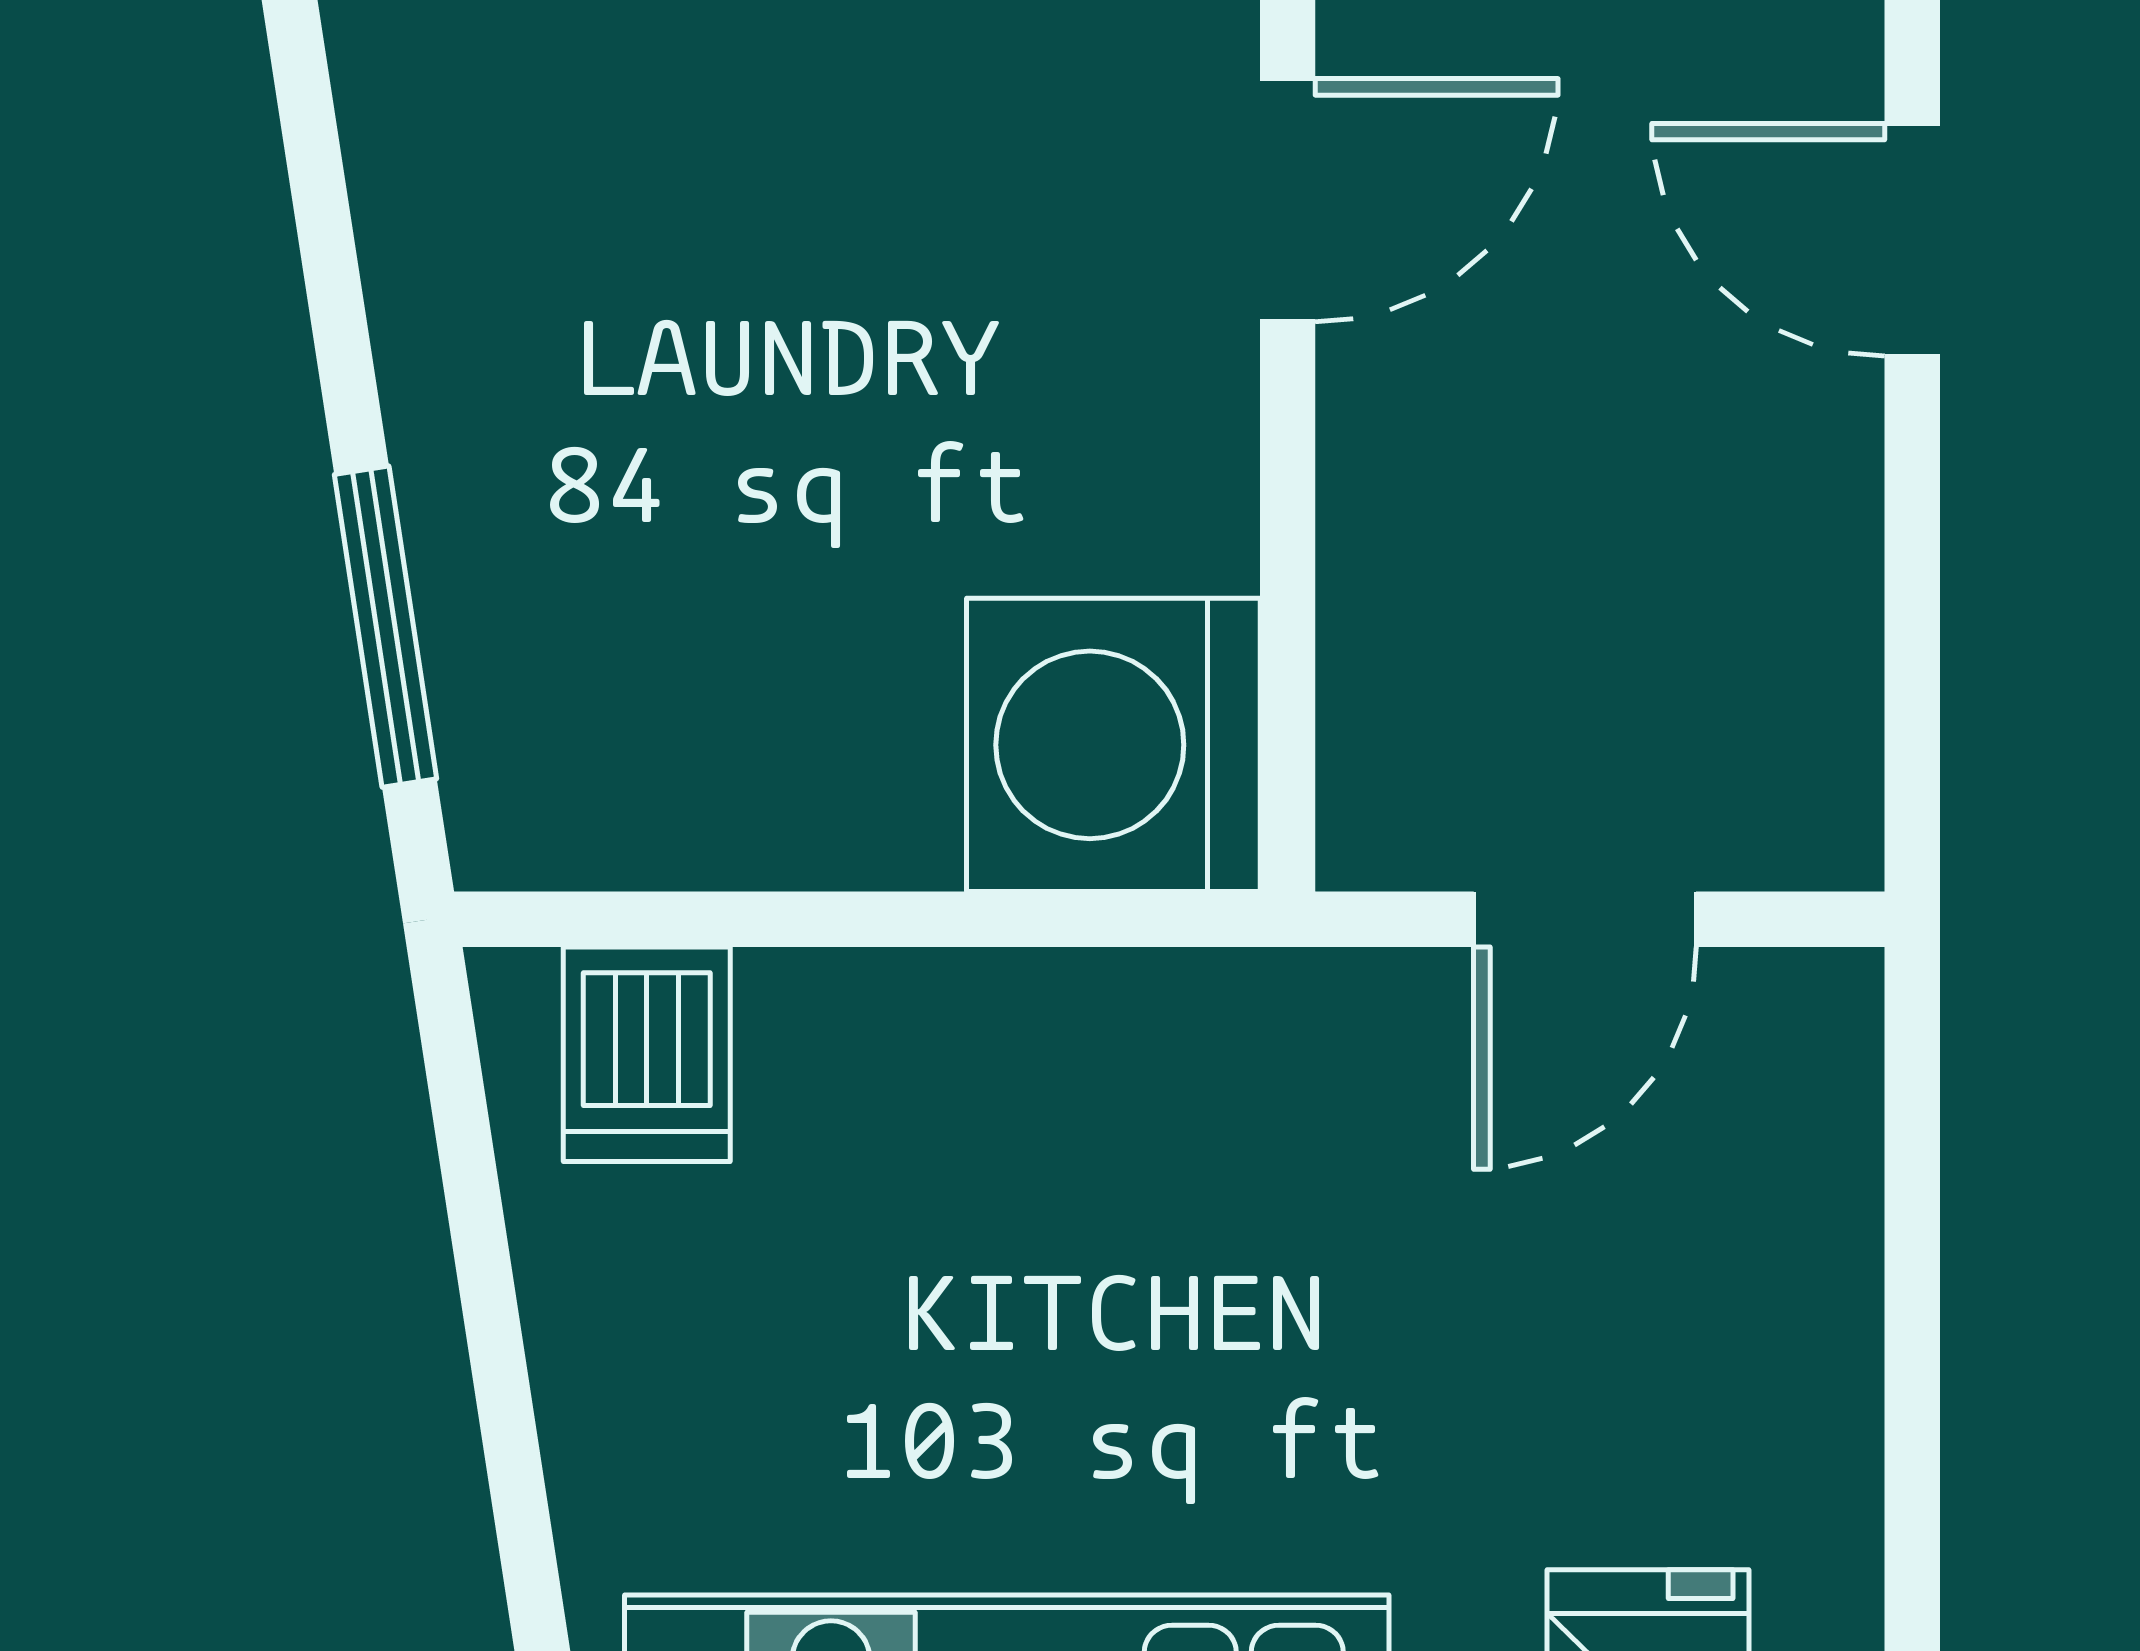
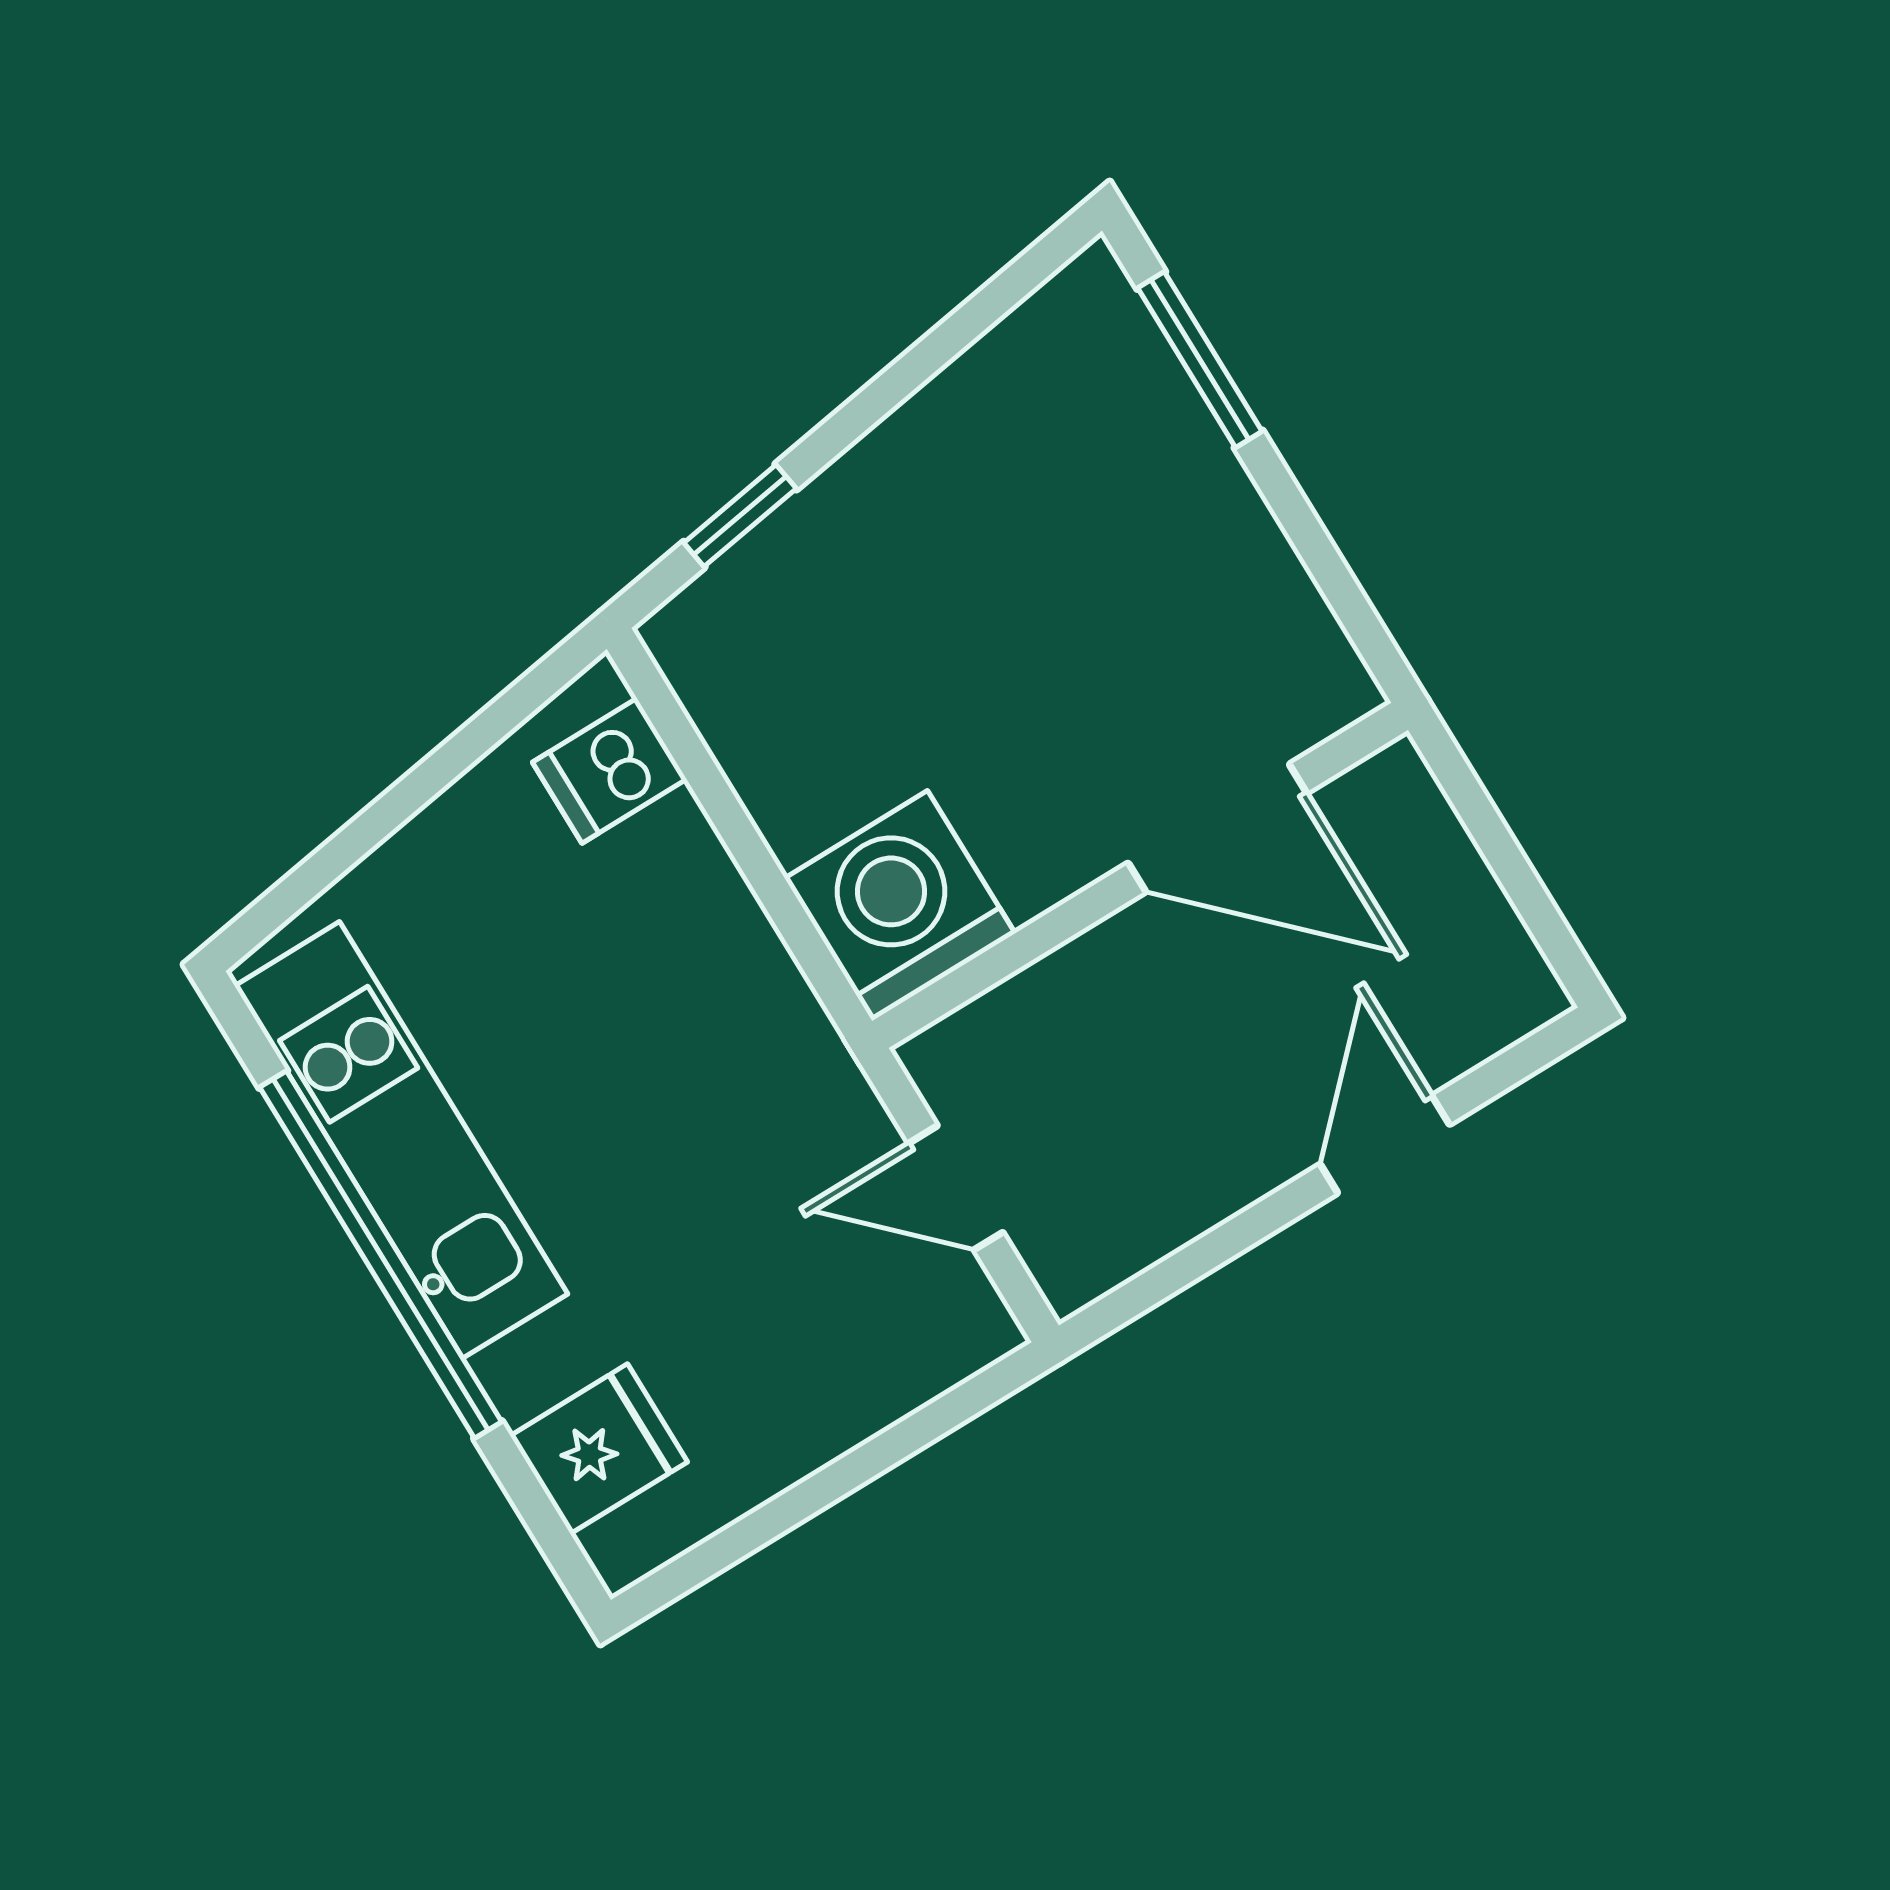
door: (1288, 200) -> (1217, 828), width x1.38
window: (386, 627) -> (740, 516), width x0.67

